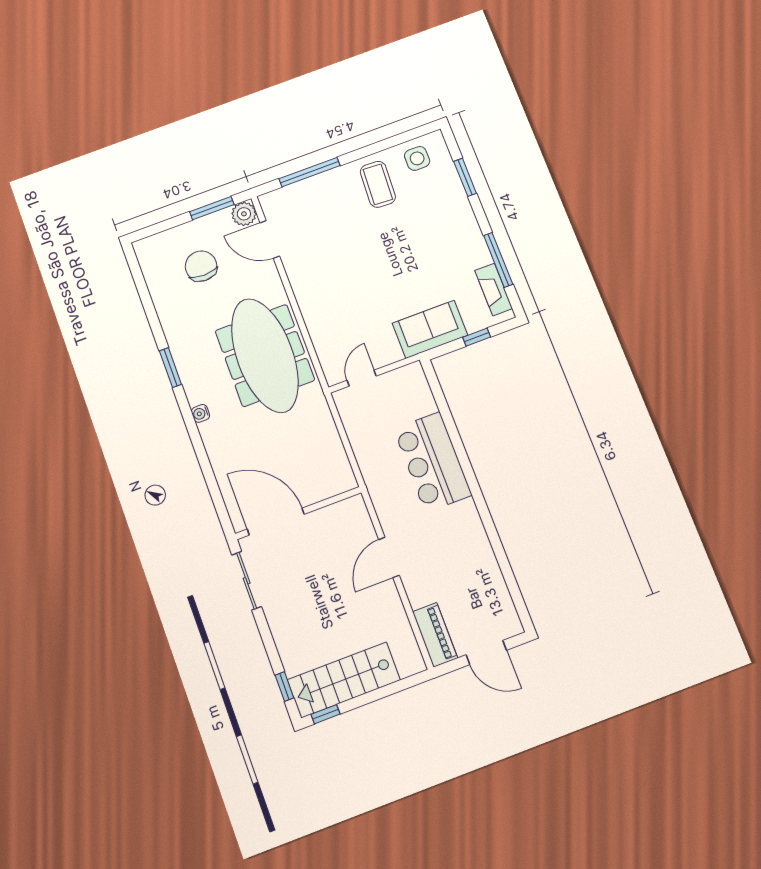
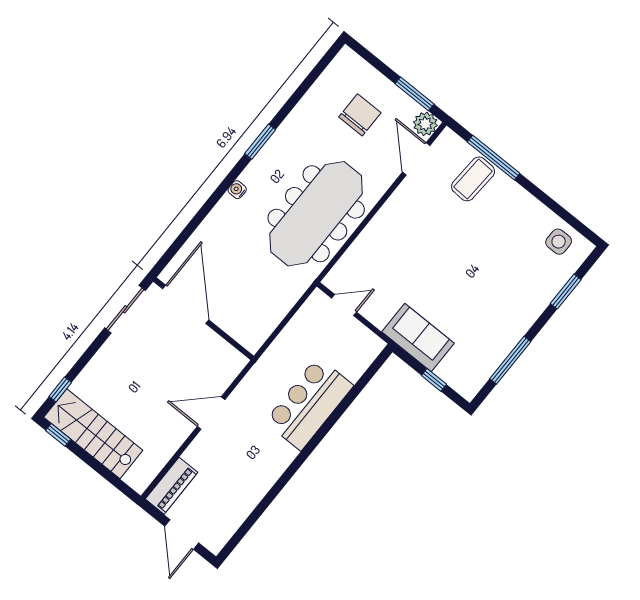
coffee table: (378, 184) -> (473, 179), moved
fireplace: (494, 289) -> (483, 371), removed

